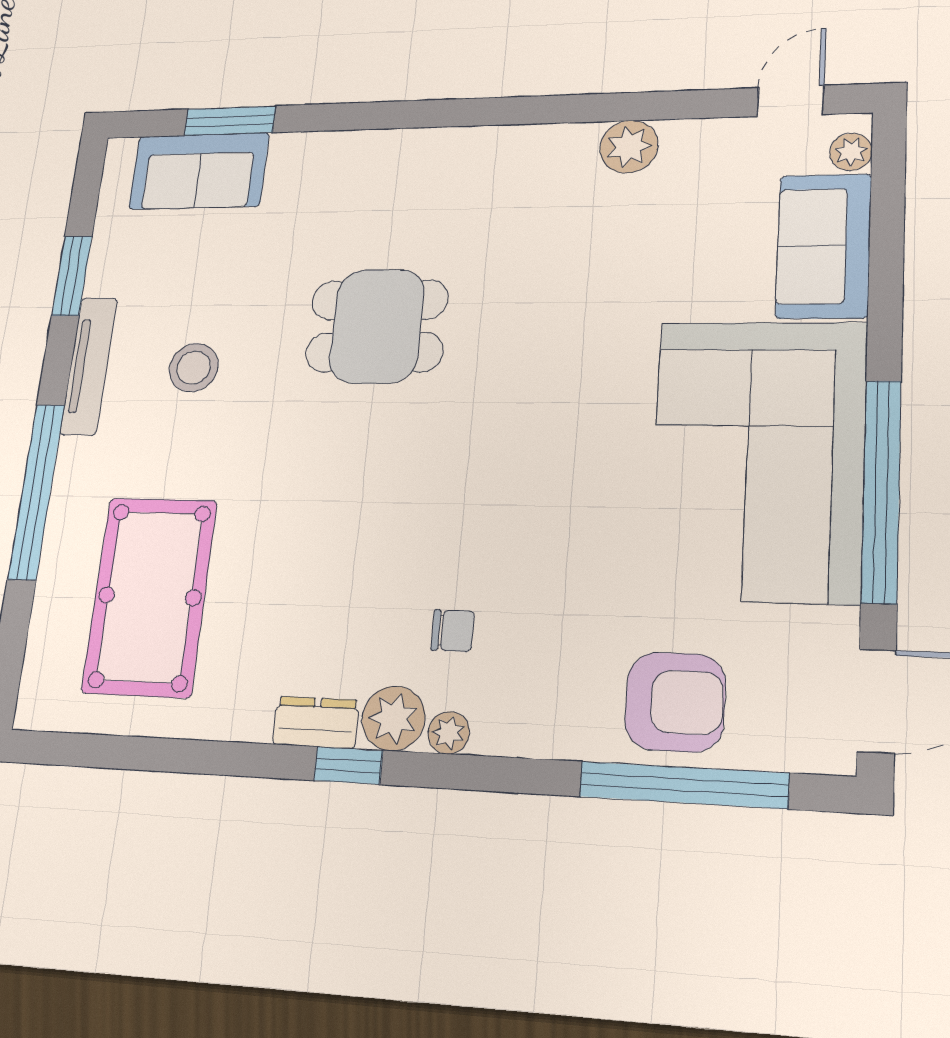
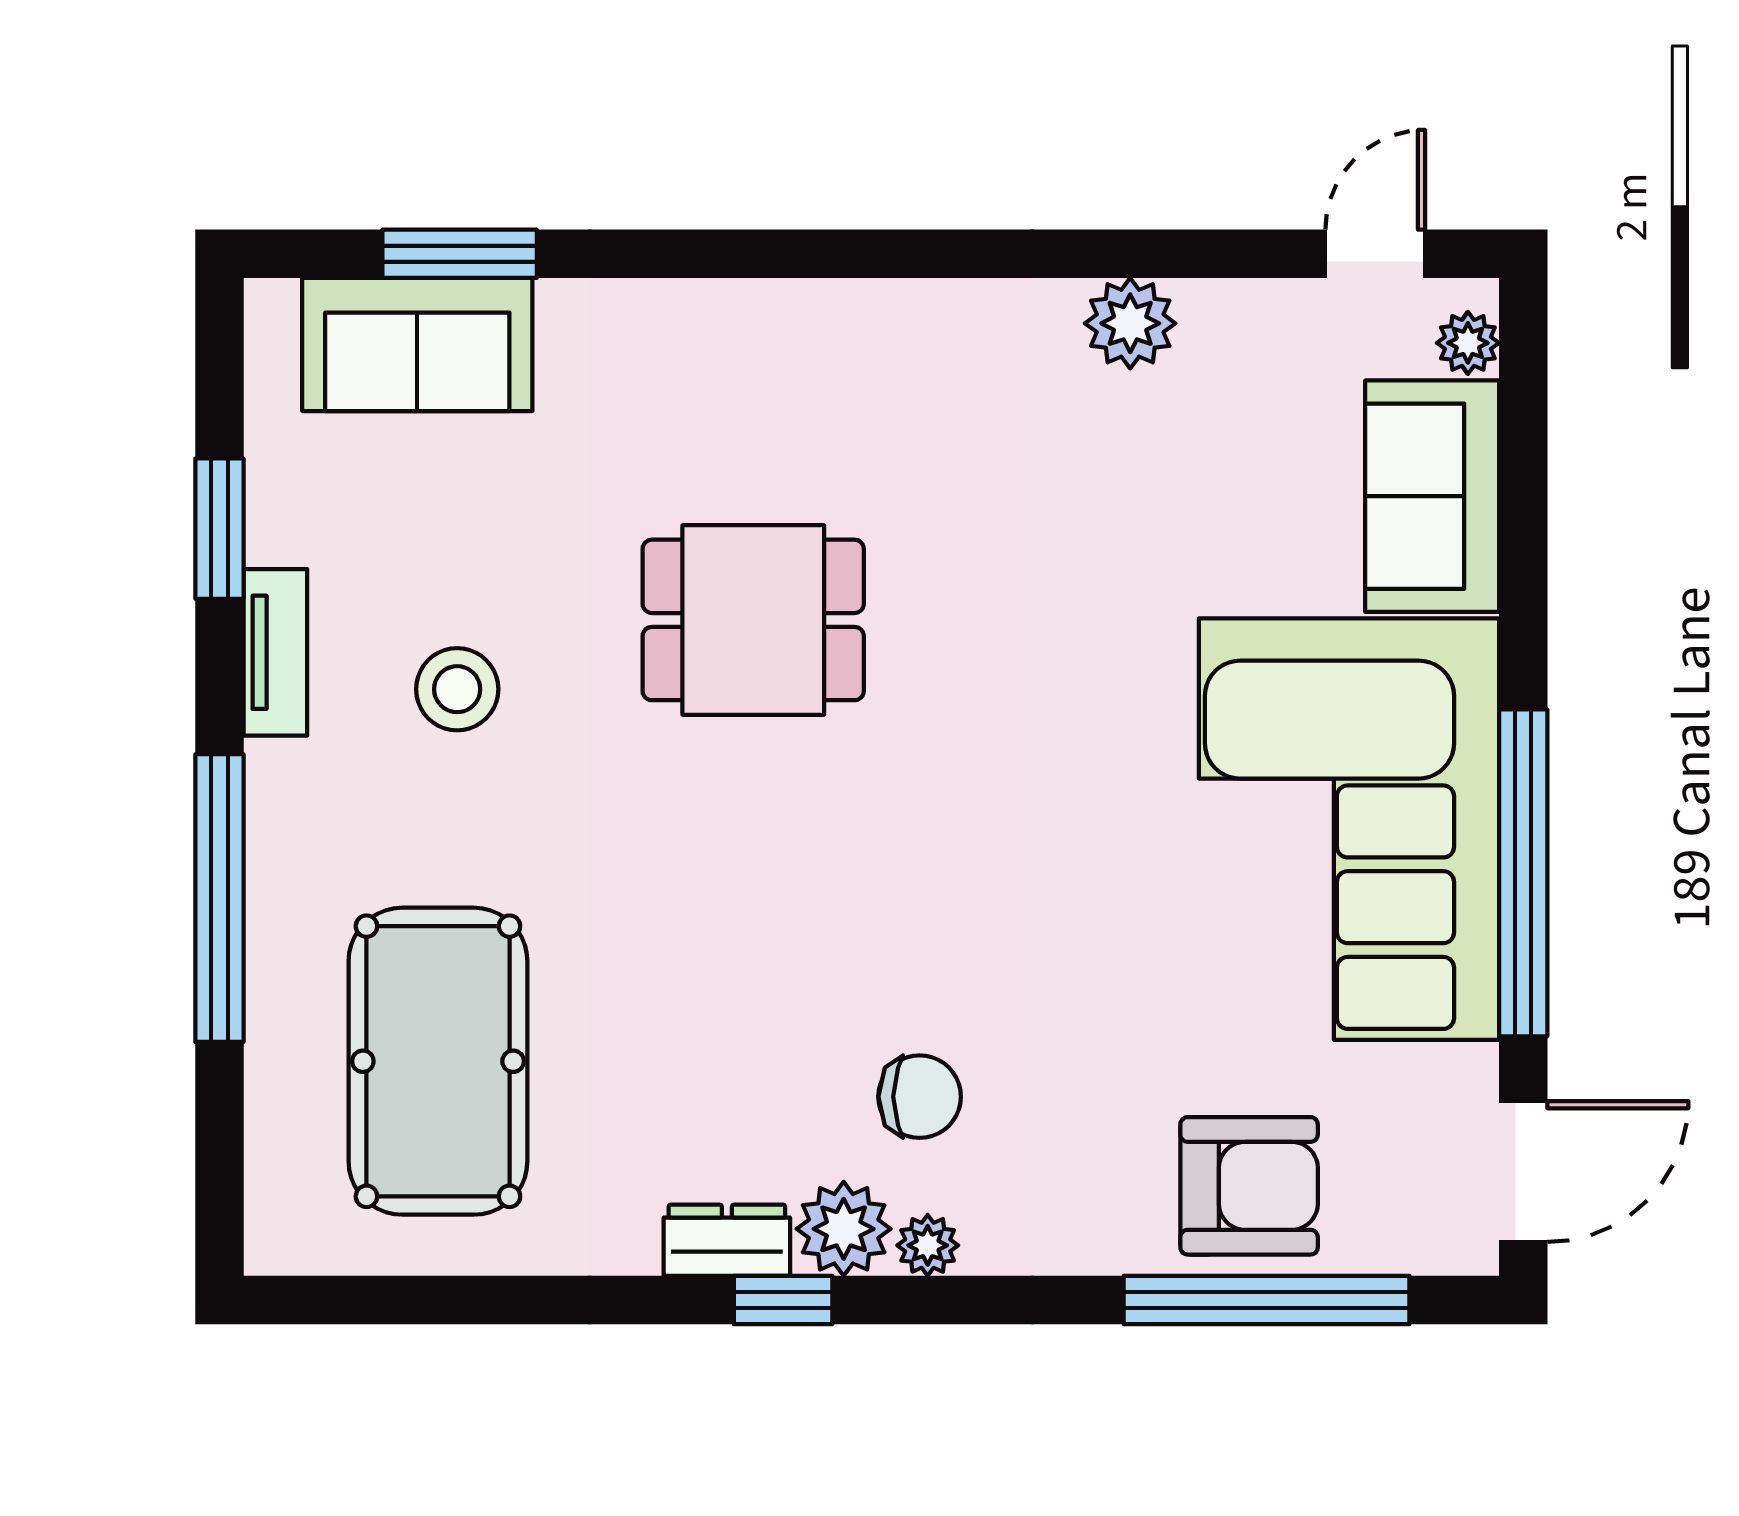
tv unit: (89, 366) -> (275, 652), width x0.71
chair: (453, 631) -> (920, 1097), width x1.37, depth x1.37

